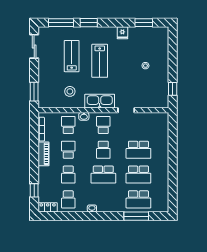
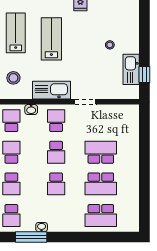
lab bench: (100, 61) -> (51, 39), turned 180
kitchen sink: (162, 85) -> (131, 69), added
school desk: (138, 150) -> (101, 152), turned 180
school desk: (103, 175) -> (56, 184), width x0.54
window: (136, 216) -> (31, 237), moved

